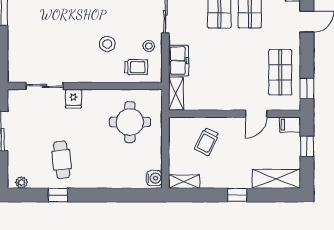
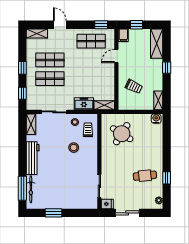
fridge: (73, 99) -> (107, 204), moved
door: (256, 114) -> (116, 56), swing flipped
round table: (130, 122) -> (122, 134), turned 32

